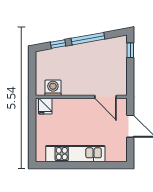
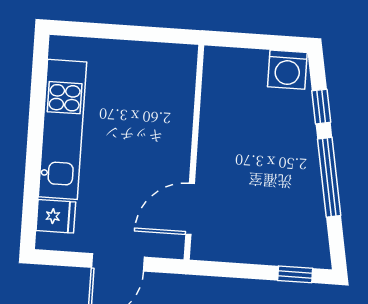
washing machine: (53, 88) -> (287, 70), moved, turned 90
fridge: (45, 106) -> (56, 216), moved, turned 180

